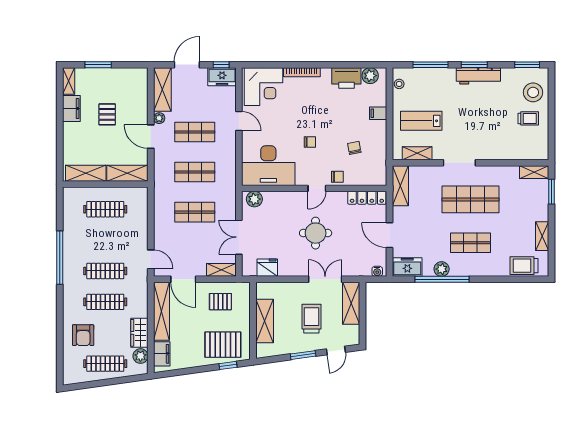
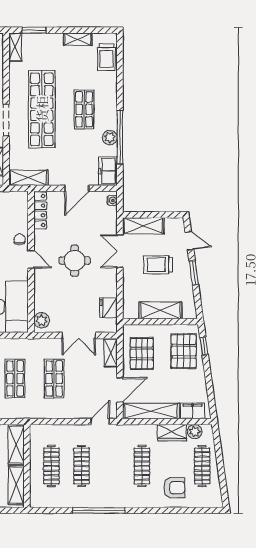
shop shelf: (471, 199) -> (42, 109), width x1.40
clothes rail: (105, 271) -> (82, 466), moved
pallet: (220, 302) -> (142, 353), width x1.50, depth x1.42

